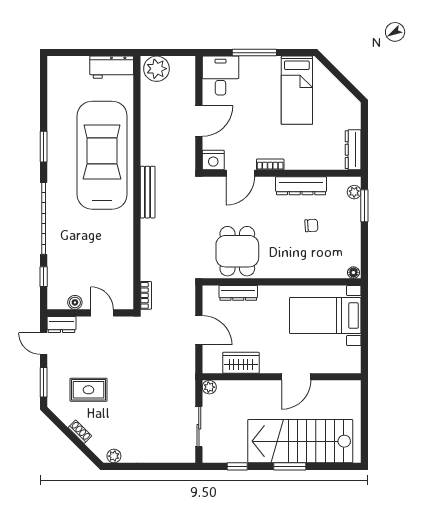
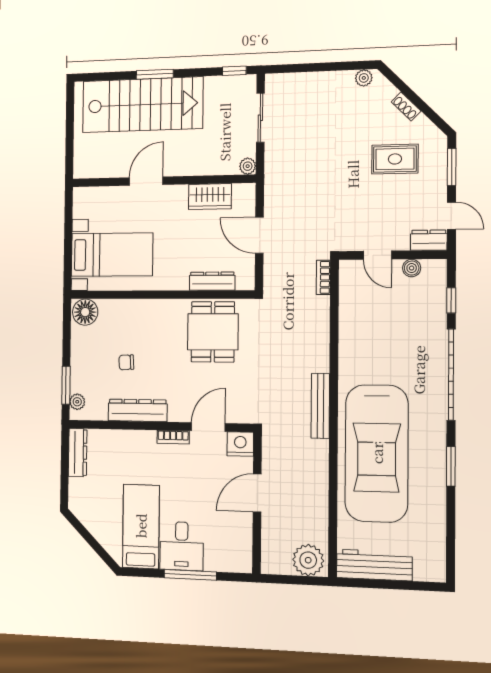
workbench: (112, 67) -> (374, 565), width x1.38
desk: (221, 76) -> (182, 546), moved
floor lamp: (353, 273) -> (85, 312), width x1.89, depth x1.89
window: (237, 466) -> (234, 71), moved

